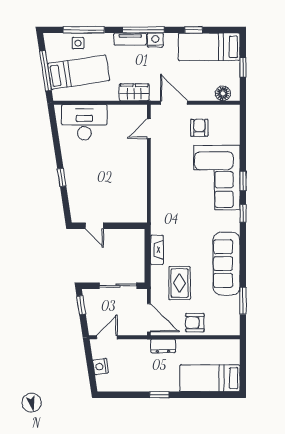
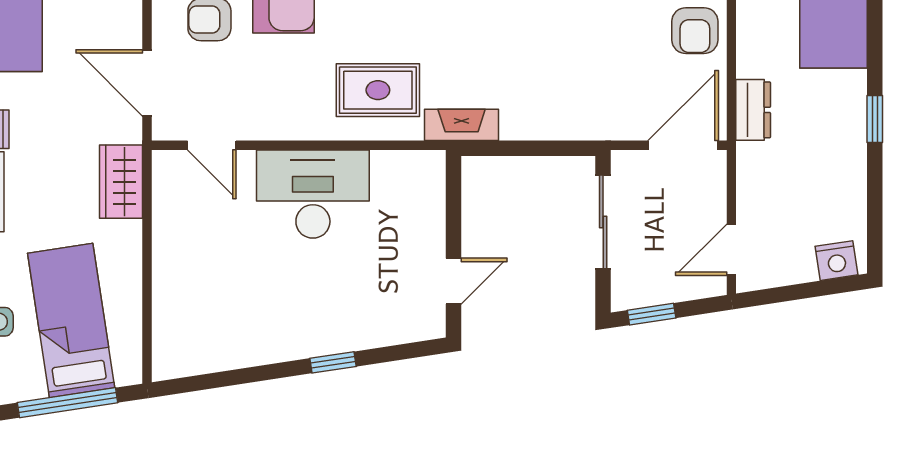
door: (174, 103) -> (147, 83), hinge flipped
desk: (84, 122) -> (313, 194), moved, turned 90
fireplace: (157, 250) -> (462, 125), moved
rug: (180, 283) -> (378, 90), moved
door: (107, 337) -> (731, 250), hinge flipped
nightstand: (101, 366) -> (837, 261), moved

